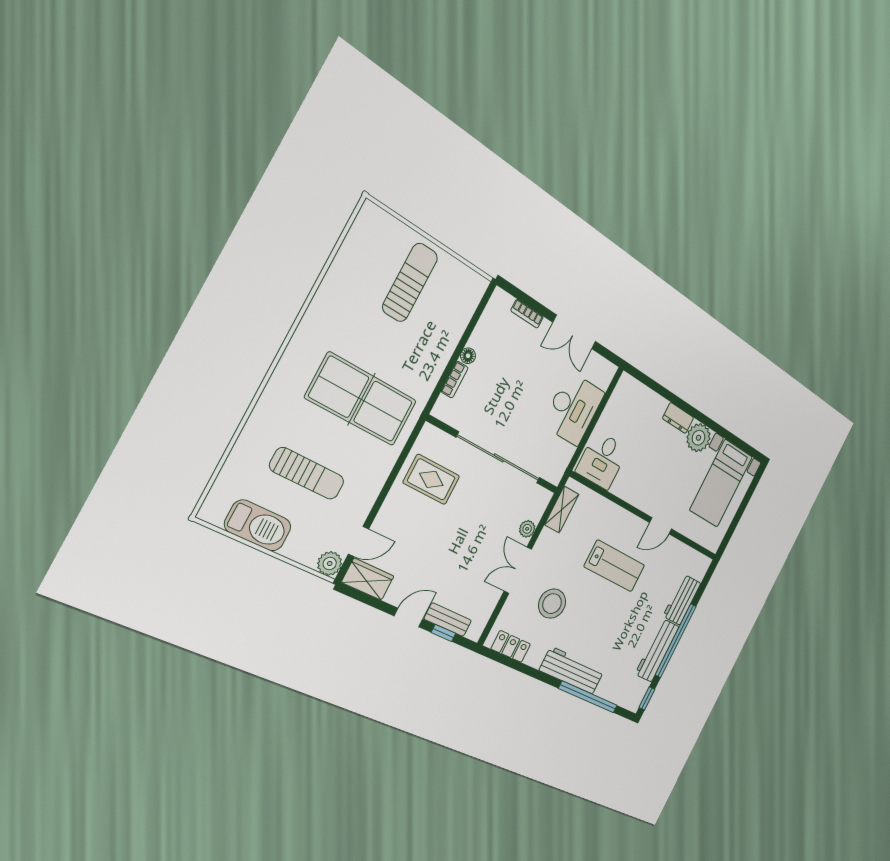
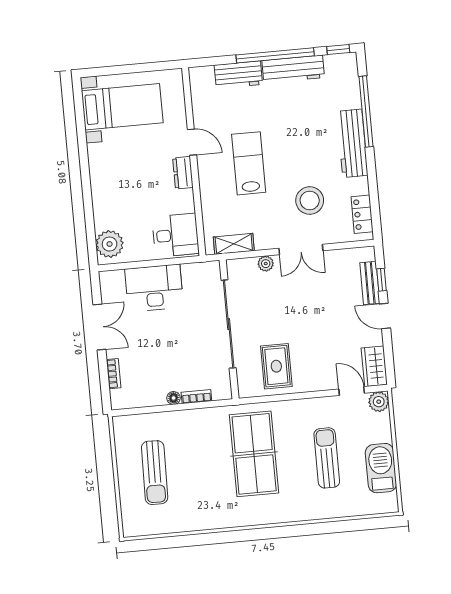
sun lounger: (410, 282) -> (155, 473), turned -89
dresser: (678, 418) -> (183, 173), moved, turned 180
plant: (699, 438) -> (110, 244), moved

